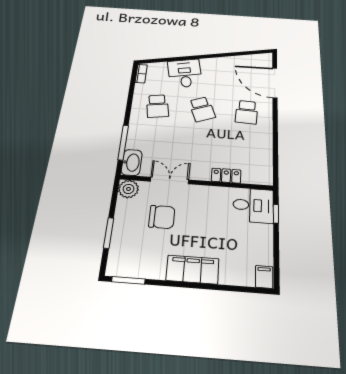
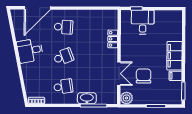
desk: (185, 73) -> (30, 51), moved
washbasin: (132, 162) -> (87, 98), moved
double door: (170, 181) -> (119, 74), swing flipped
desk: (253, 205) -> (143, 22), moved
filing cabinet: (264, 277) -> (176, 76), moved

